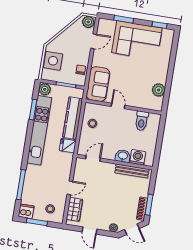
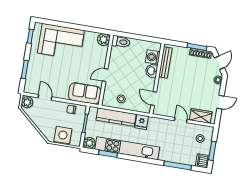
corner sofa: (137, 40) -> (61, 42), moved, turned 90
plant: (159, 90) -> (104, 40), moved
toilet: (142, 121) -> (121, 42), moved

